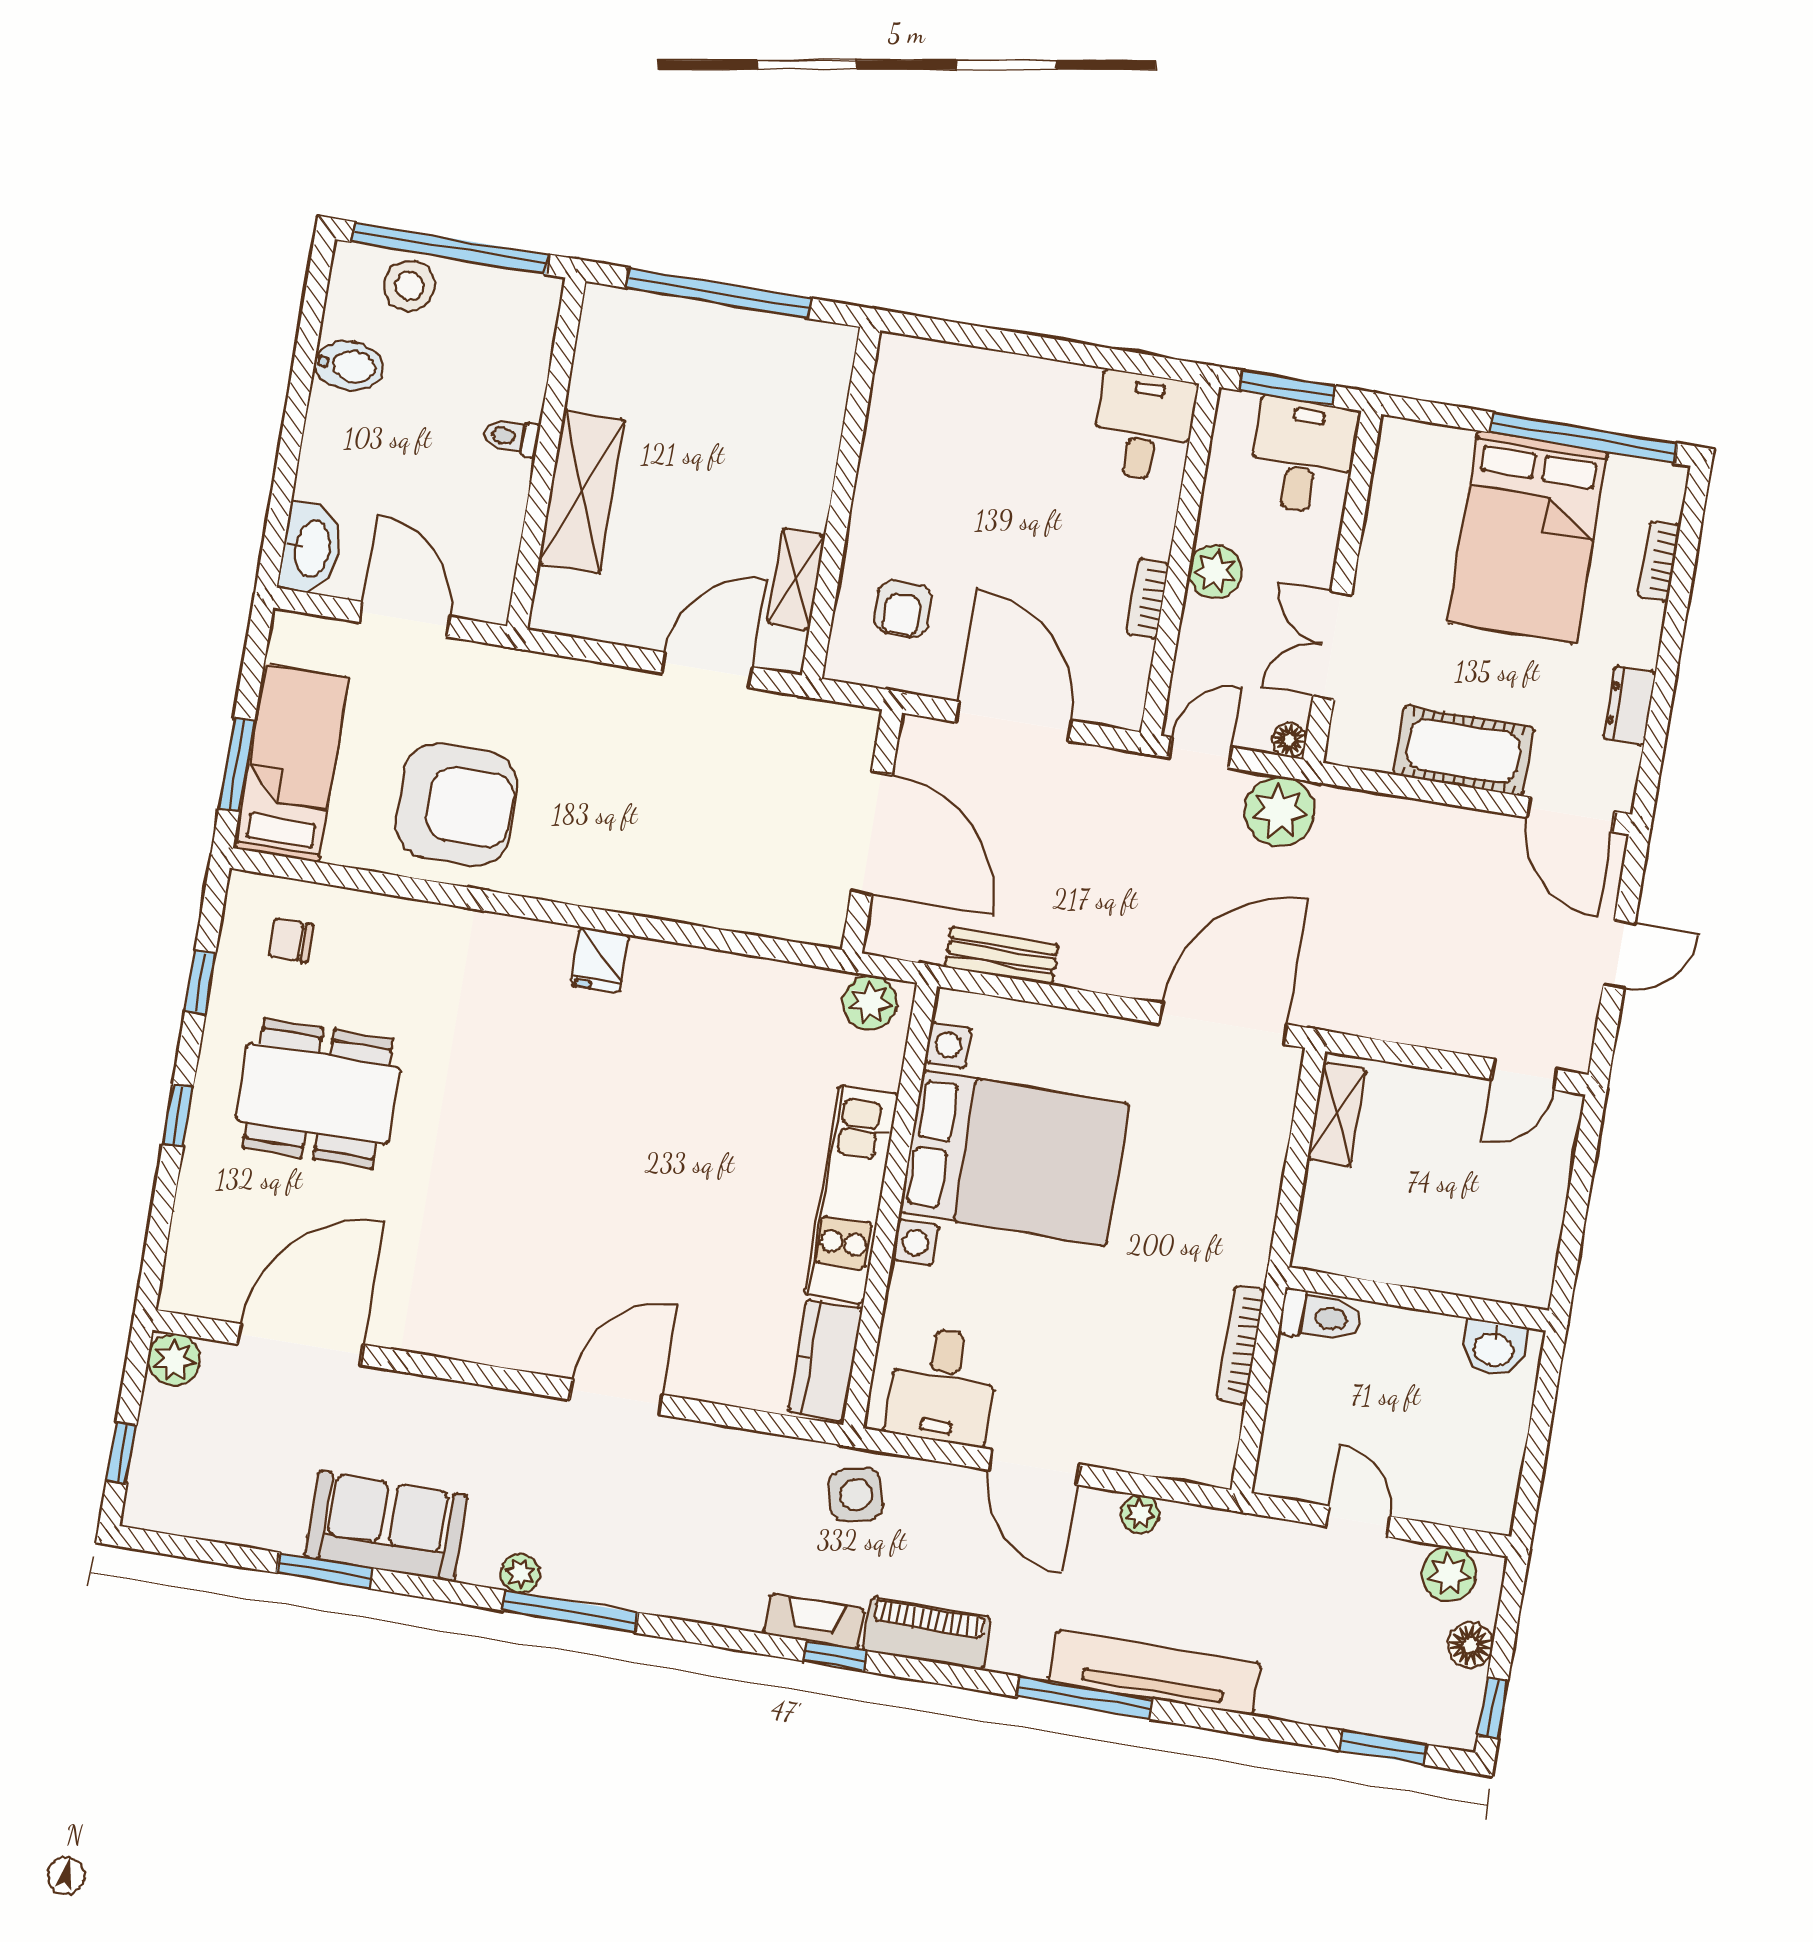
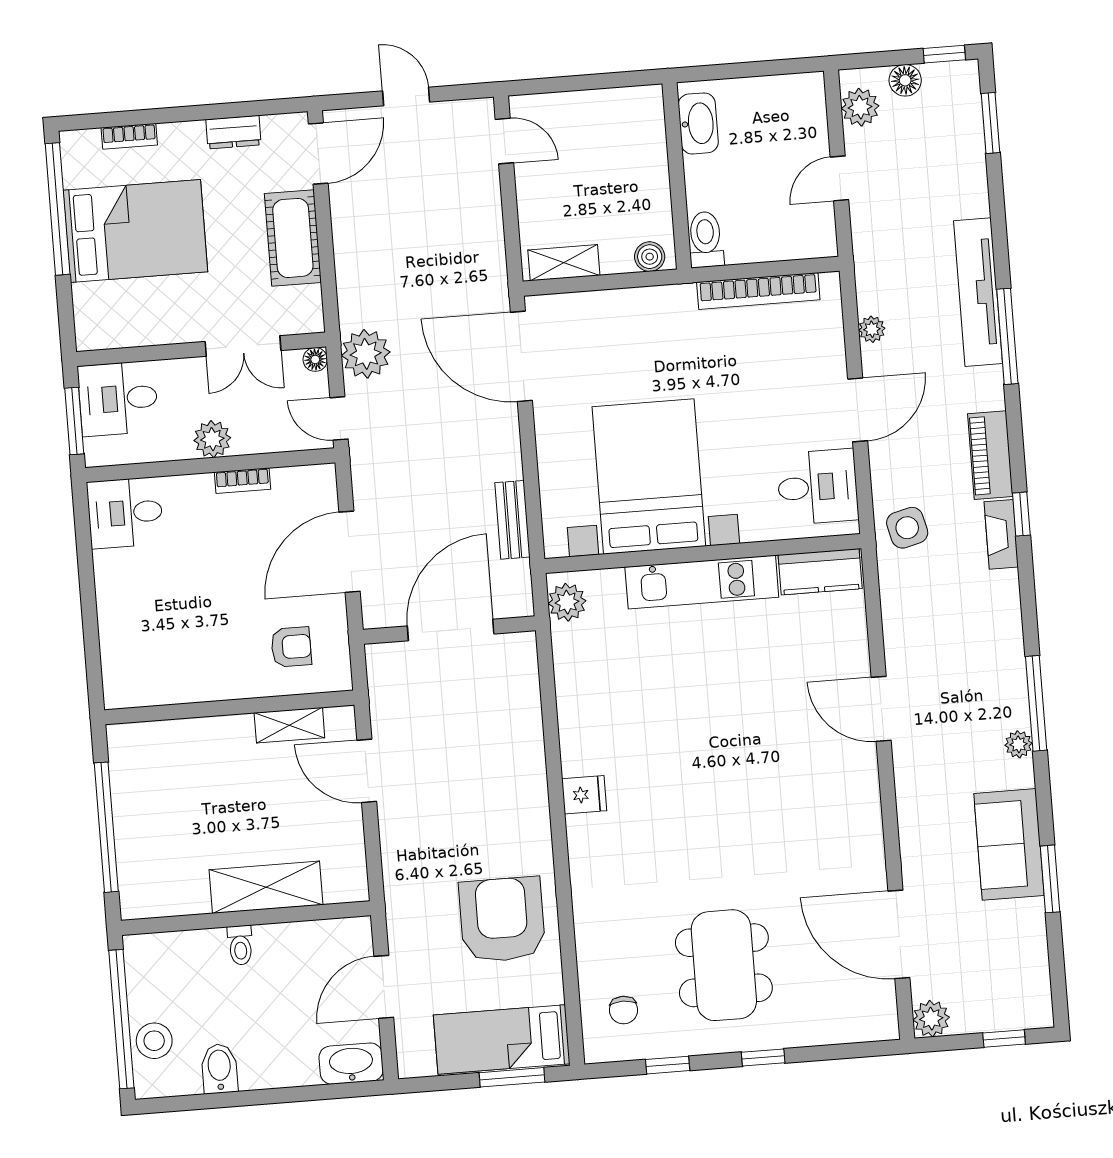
boiler: (1316, 1234) -> (650, 257), added
bookcase: (1241, 1345) -> (758, 291), width x1.48, depth x1.31
washbasin: (1494, 1348) -> (698, 123), width x1.38

